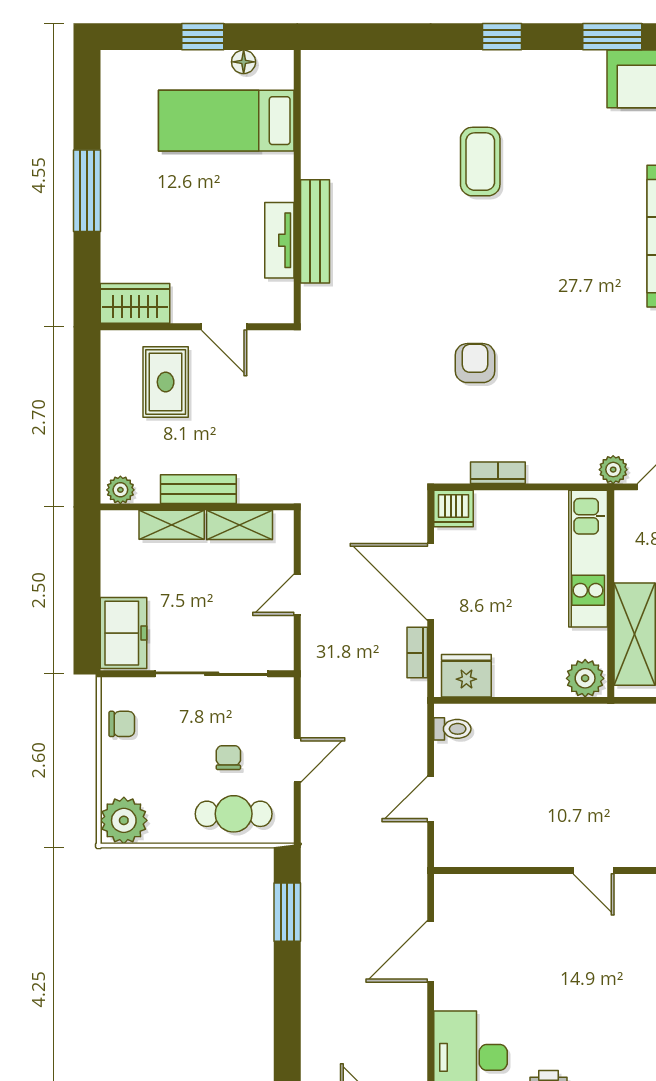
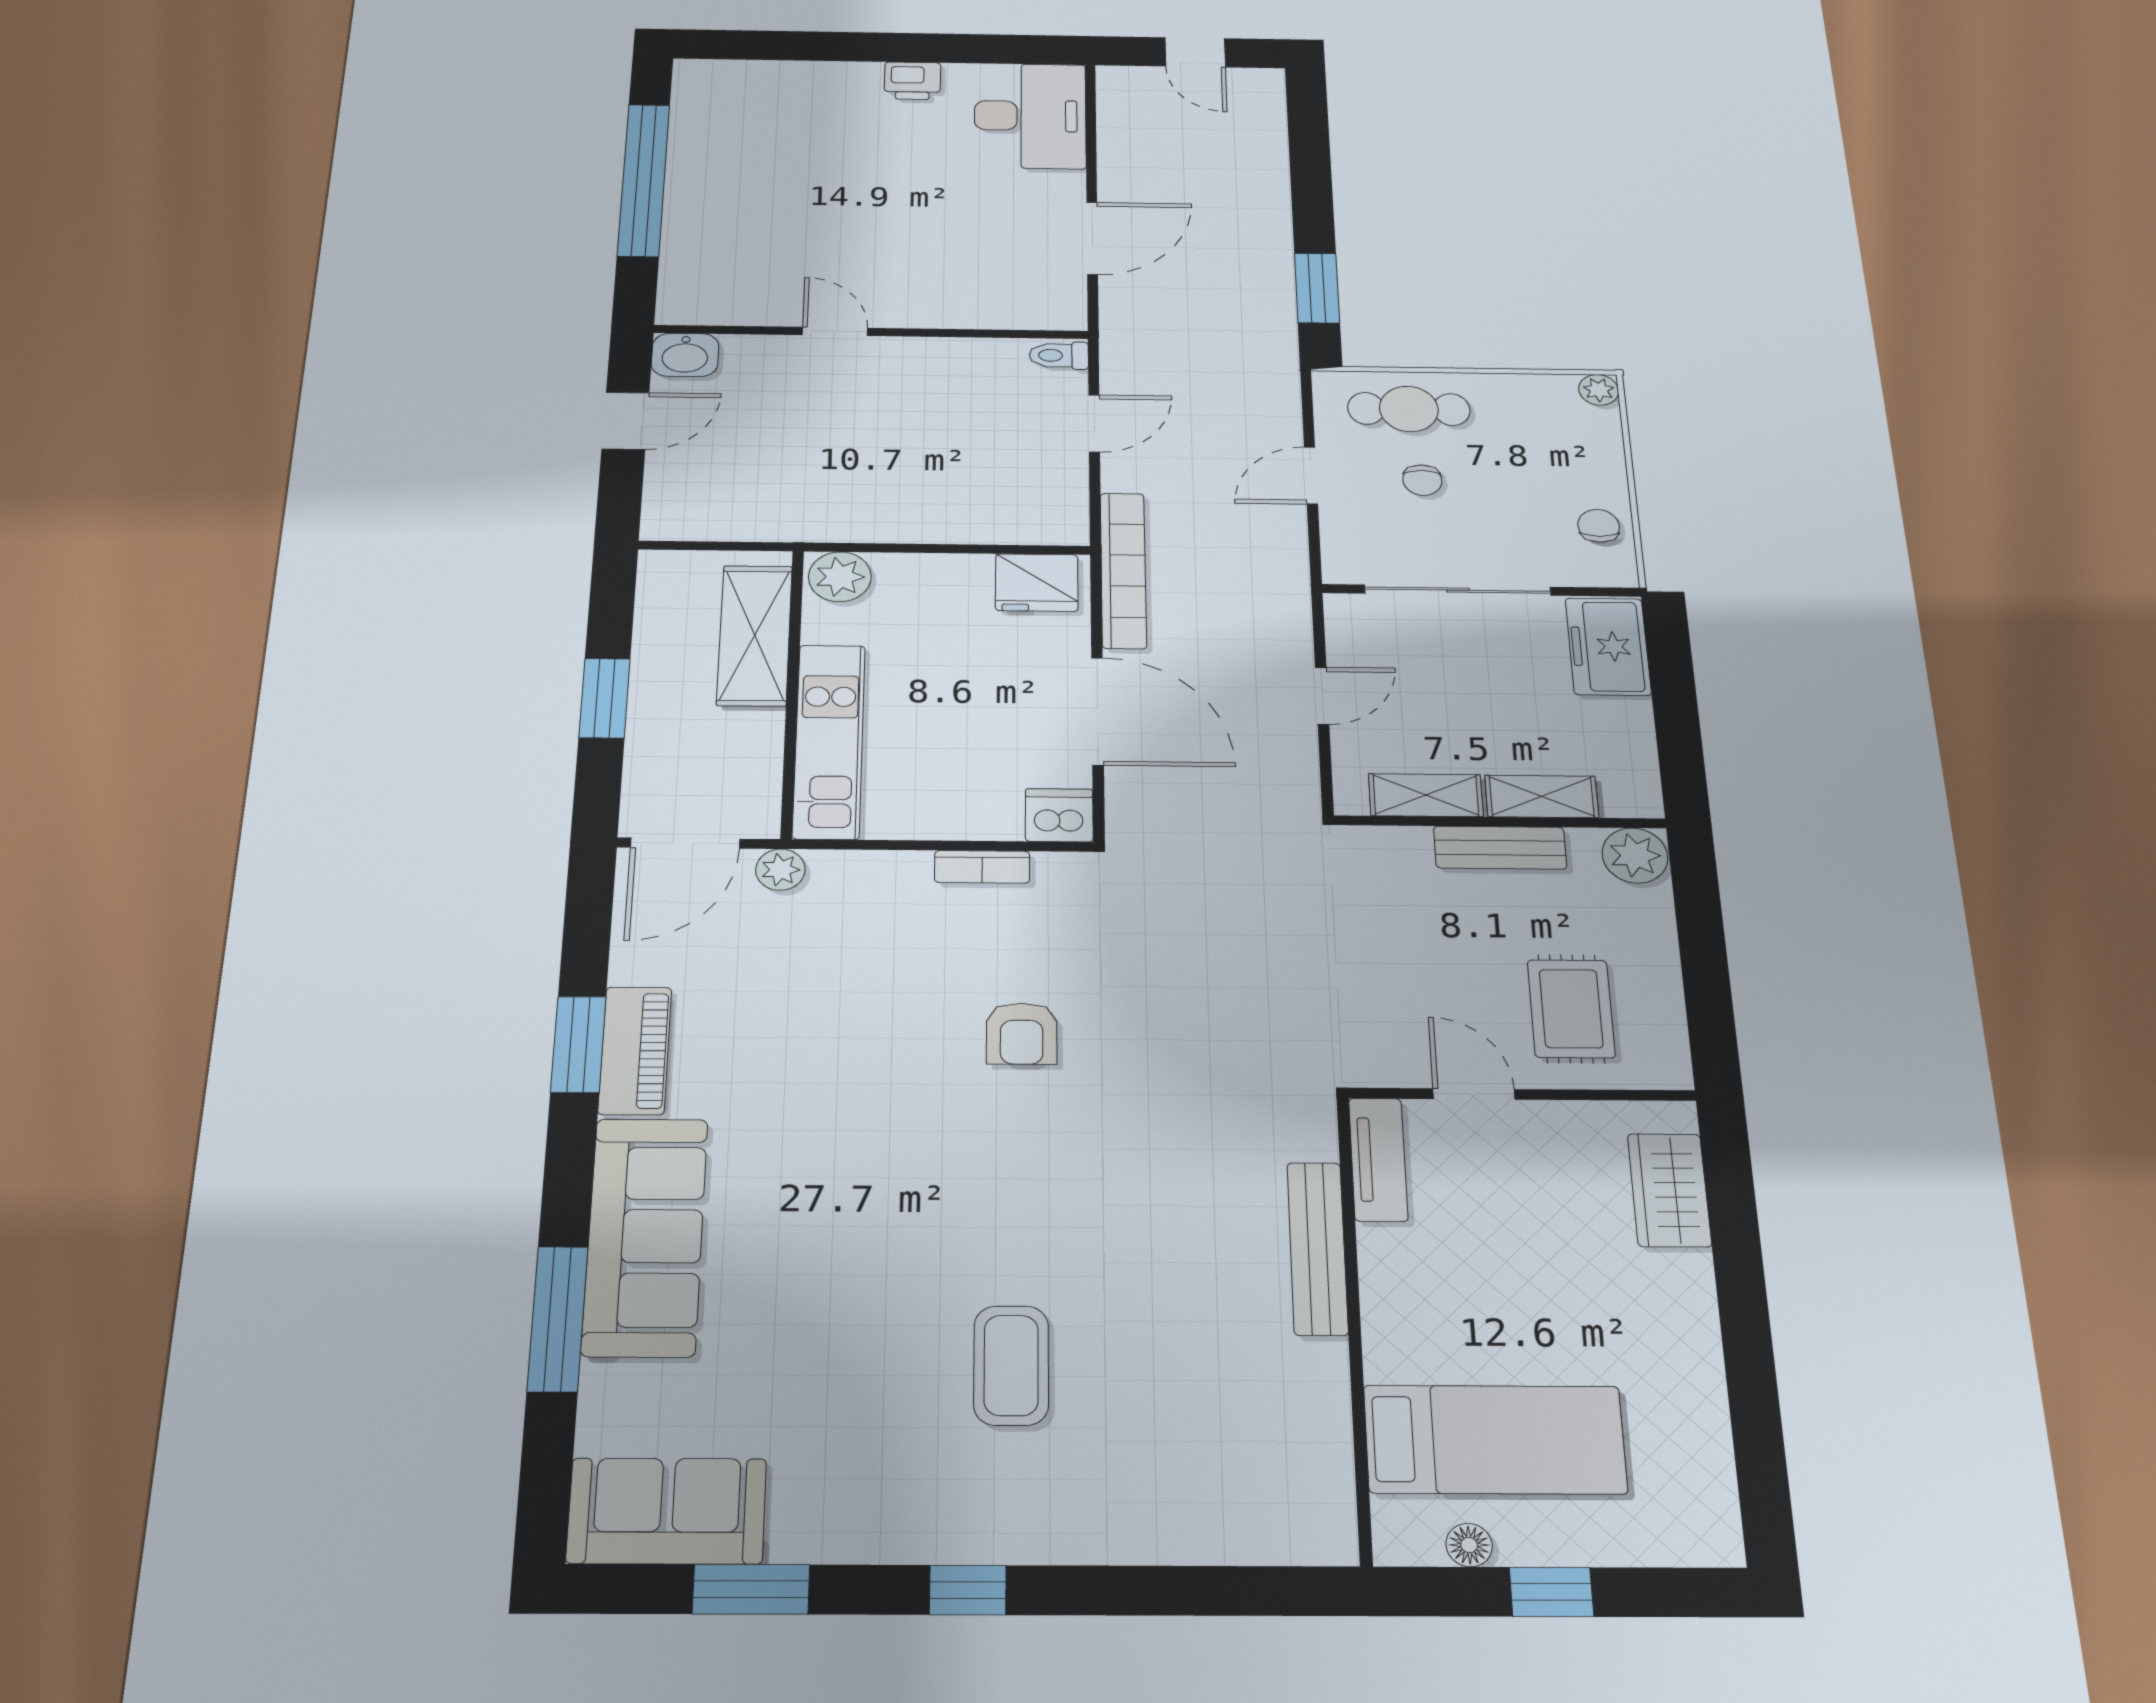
window: (87, 191) -> (1745, 1319), removed
tv unit: (279, 240) -> (1378, 1159), moved
wardrobe: (135, 303) -> (1669, 1190), moved, turned 90
plant: (120, 490) -> (1635, 855), width x1.38, depth x1.38
bookcase: (417, 653) -> (1123, 570), width x2.31, depth x1.31
chair: (122, 724) -> (1599, 526), turned 90
toilet: (452, 729) -> (1059, 355), moved
plant: (124, 820) -> (1599, 390), width x0.53, depth x0.53

